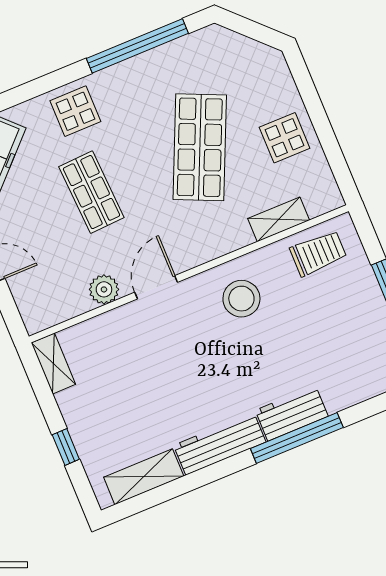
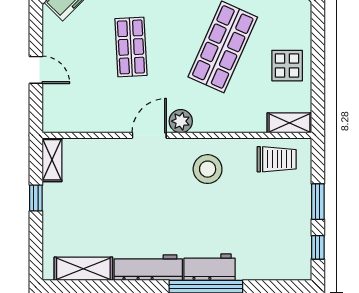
shelving: (279, 219) -> (289, 123), moved
plant: (104, 289) -> (181, 121), moved
window: (66, 447) -> (36, 198), moved

